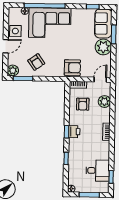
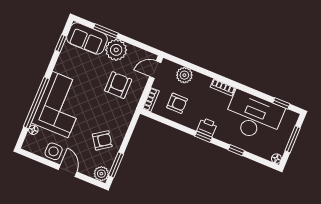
armchair: (72, 68) -> (118, 85), moved
door: (100, 80) -> (155, 70), hinge flipped
desk: (98, 171) -> (254, 117), width x1.87, depth x1.30

